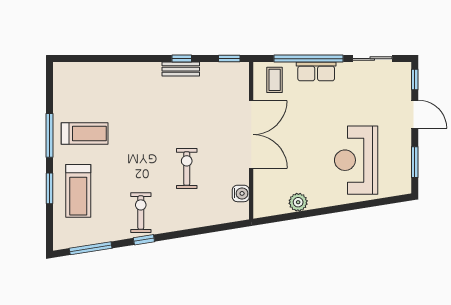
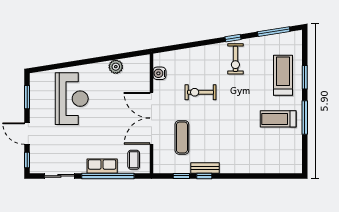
window: (229, 59) -> (181, 176), moved
exercise mat: (211, 109) -> (182, 137), added
exercise bike: (187, 169) -> (200, 92), turned 90

